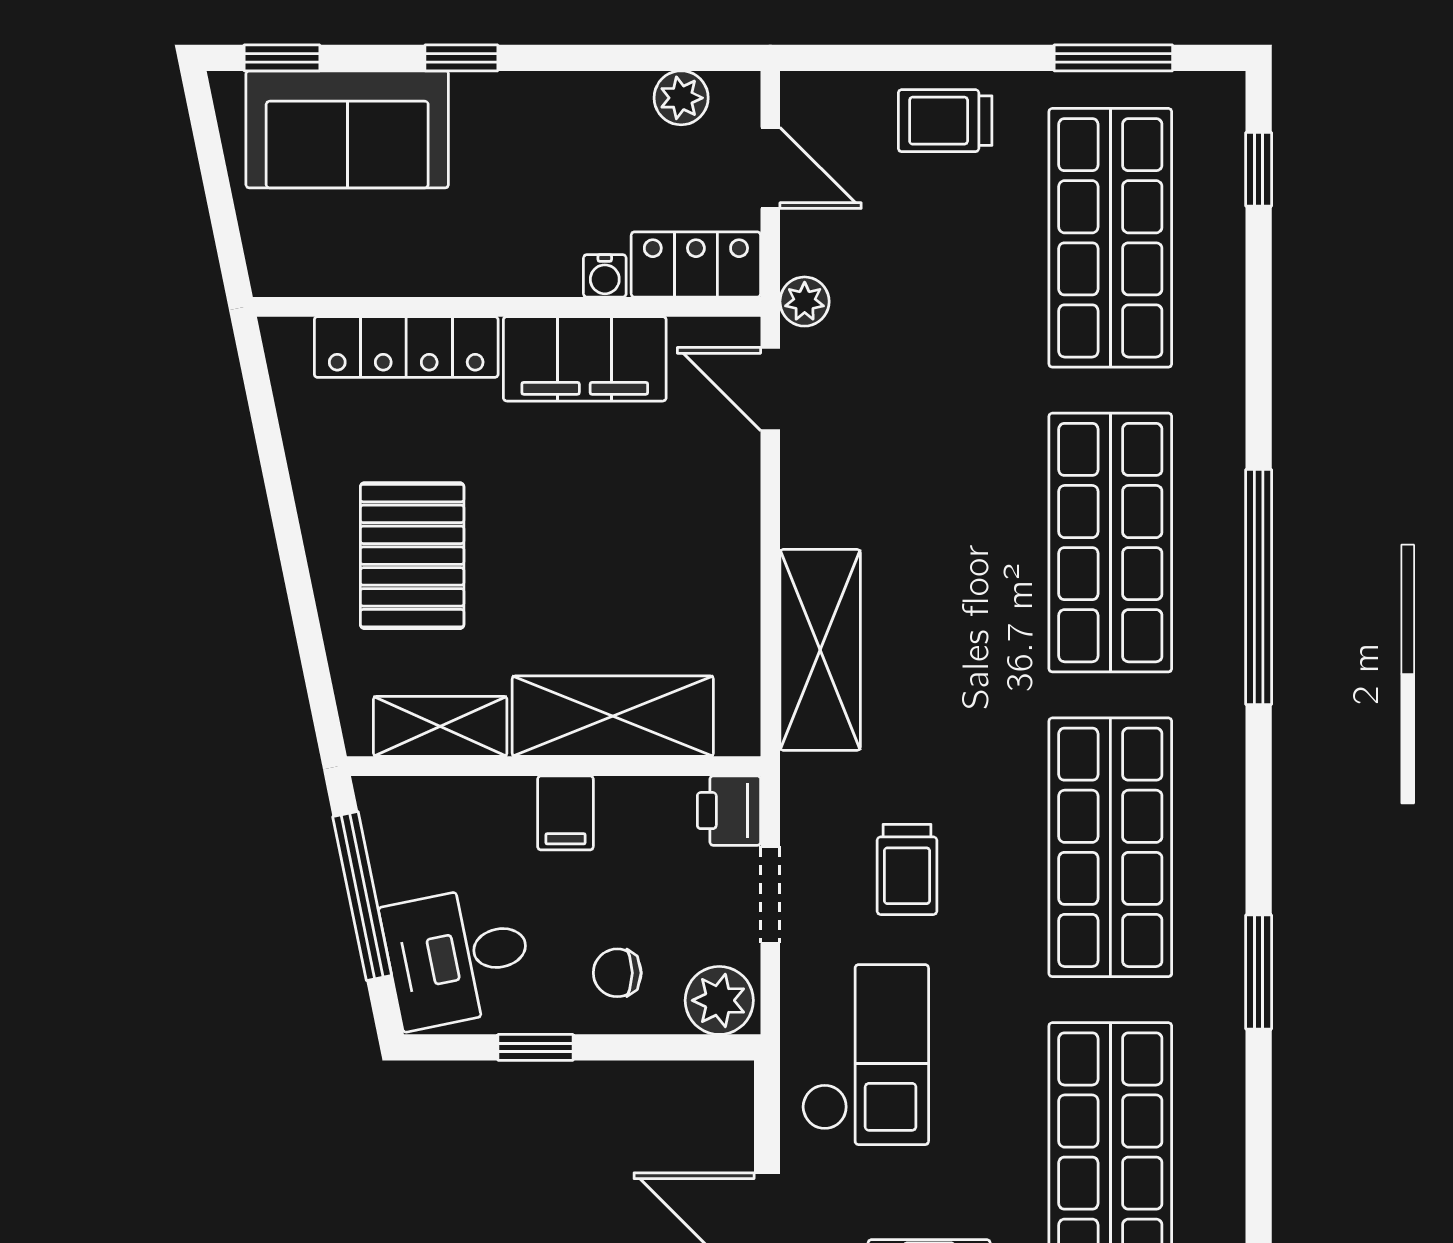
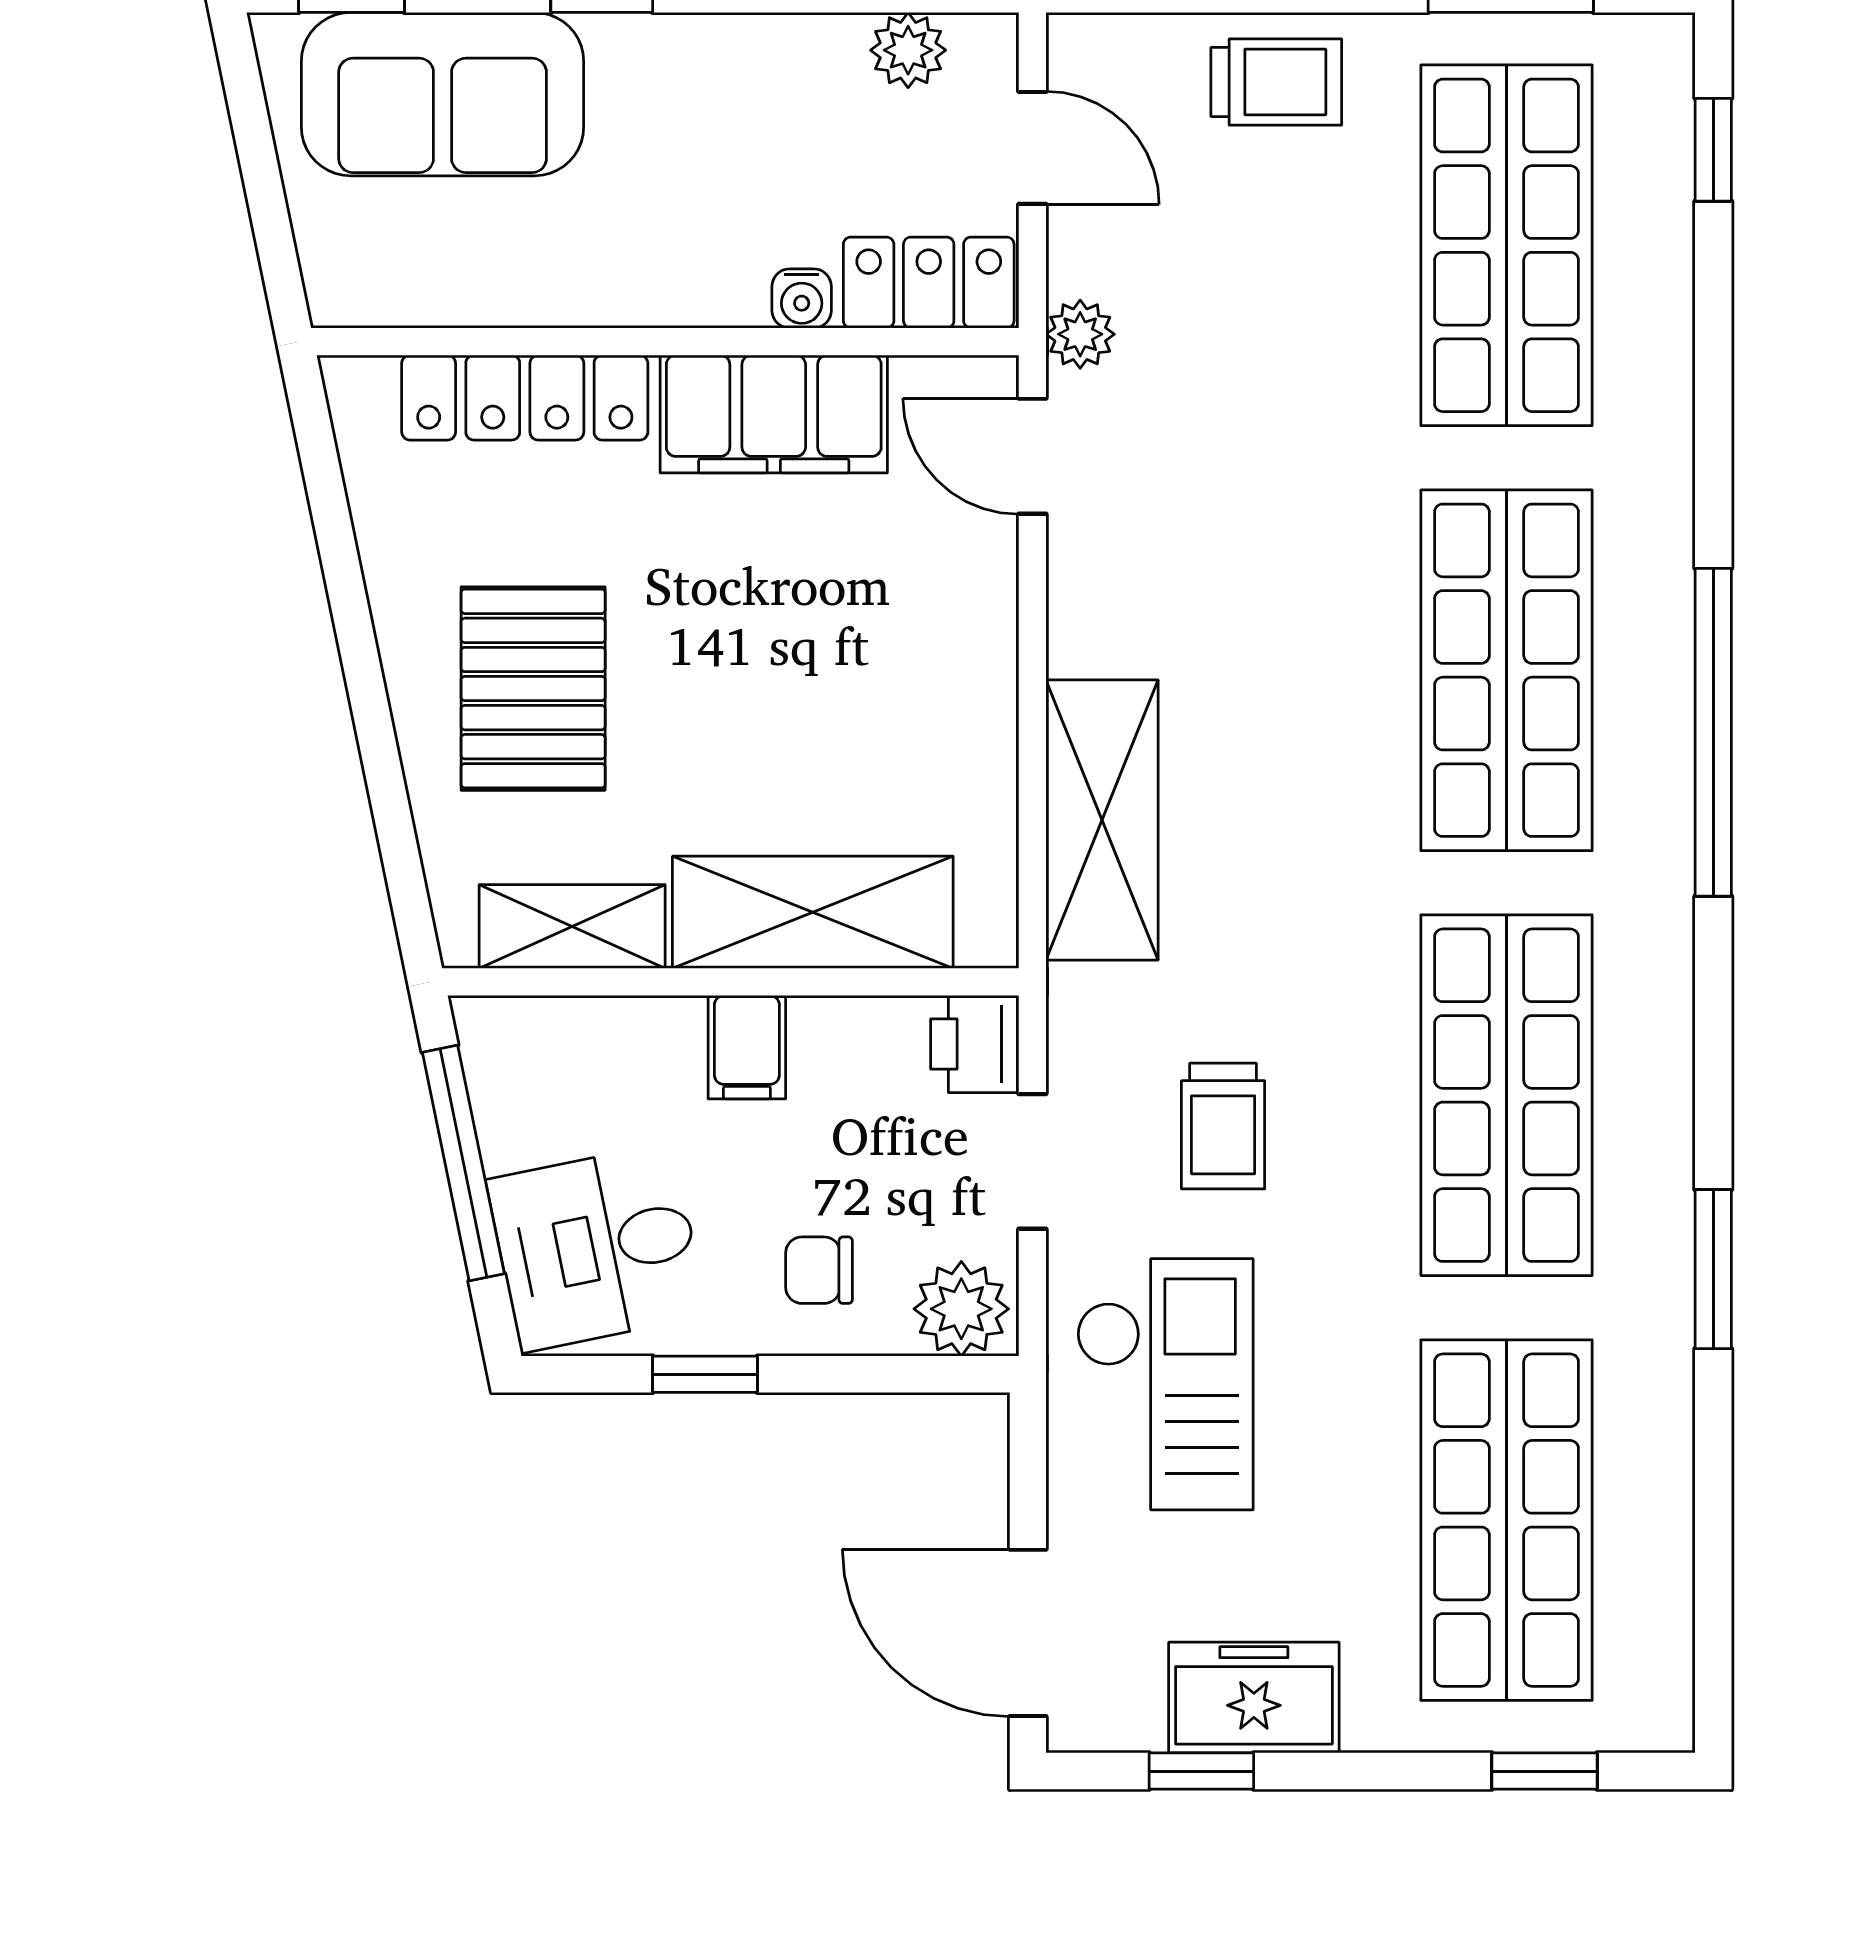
trolley: (945, 121) -> (1276, 82), turned 180

